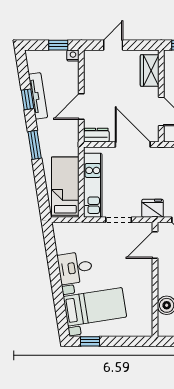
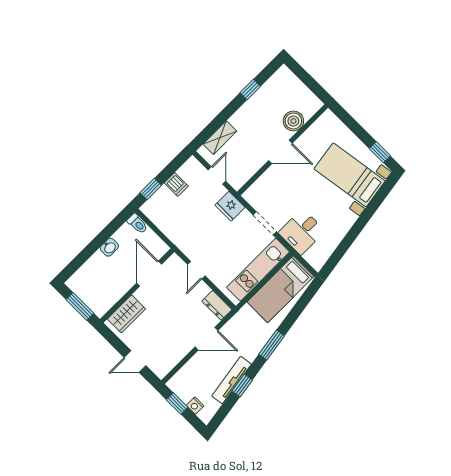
nightstand: (73, 55) -> (195, 406), moved
door: (133, 145) -> (196, 270), width x0.53
door: (155, 245) -> (280, 152), moved
desk: (75, 268) -> (302, 232), moved, turned 99

